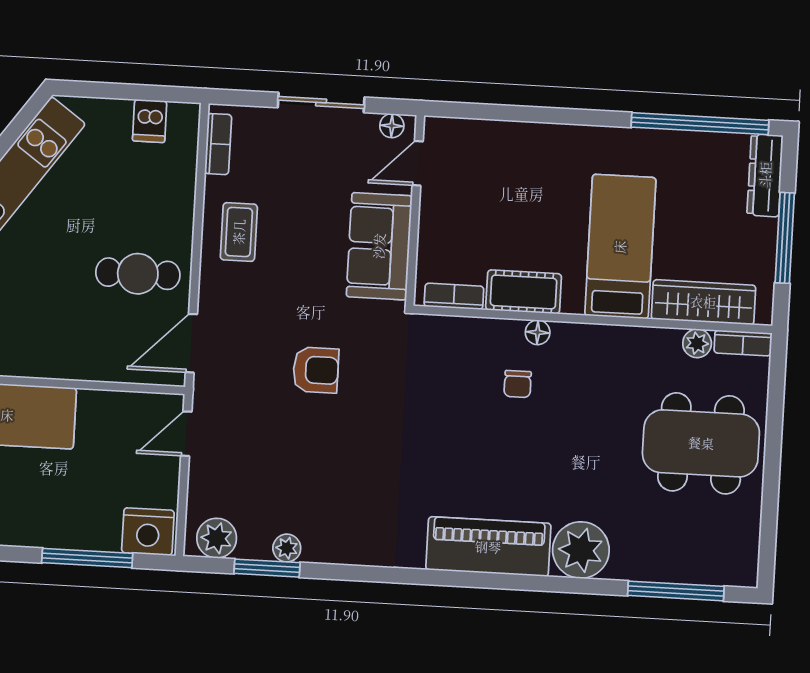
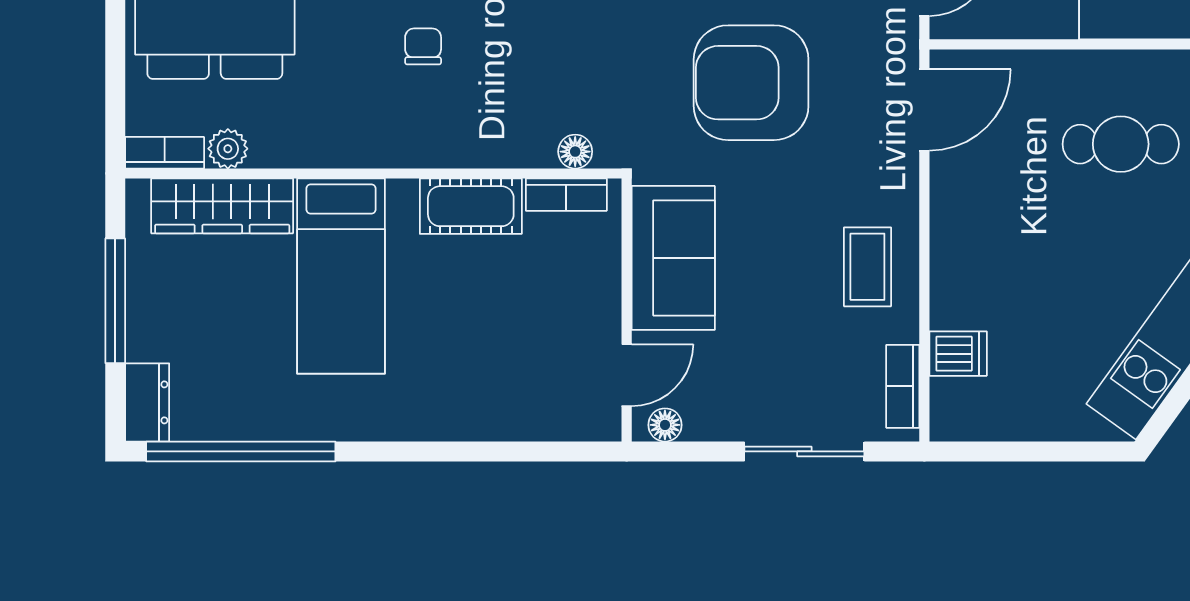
sliding door: (321, 102) -> (804, 451), moved
dishwasher: (150, 121) -> (958, 354), moved, turned 90
dresser: (765, 175) -> (147, 402), width x0.70
cafe table: (138, 274) -> (1121, 144), moved
floor lamp: (538, 332) -> (575, 152), moved
armchair: (316, 370) -> (751, 83), width x1.88, depth x1.88
chair: (518, 384) -> (423, 46), moved

